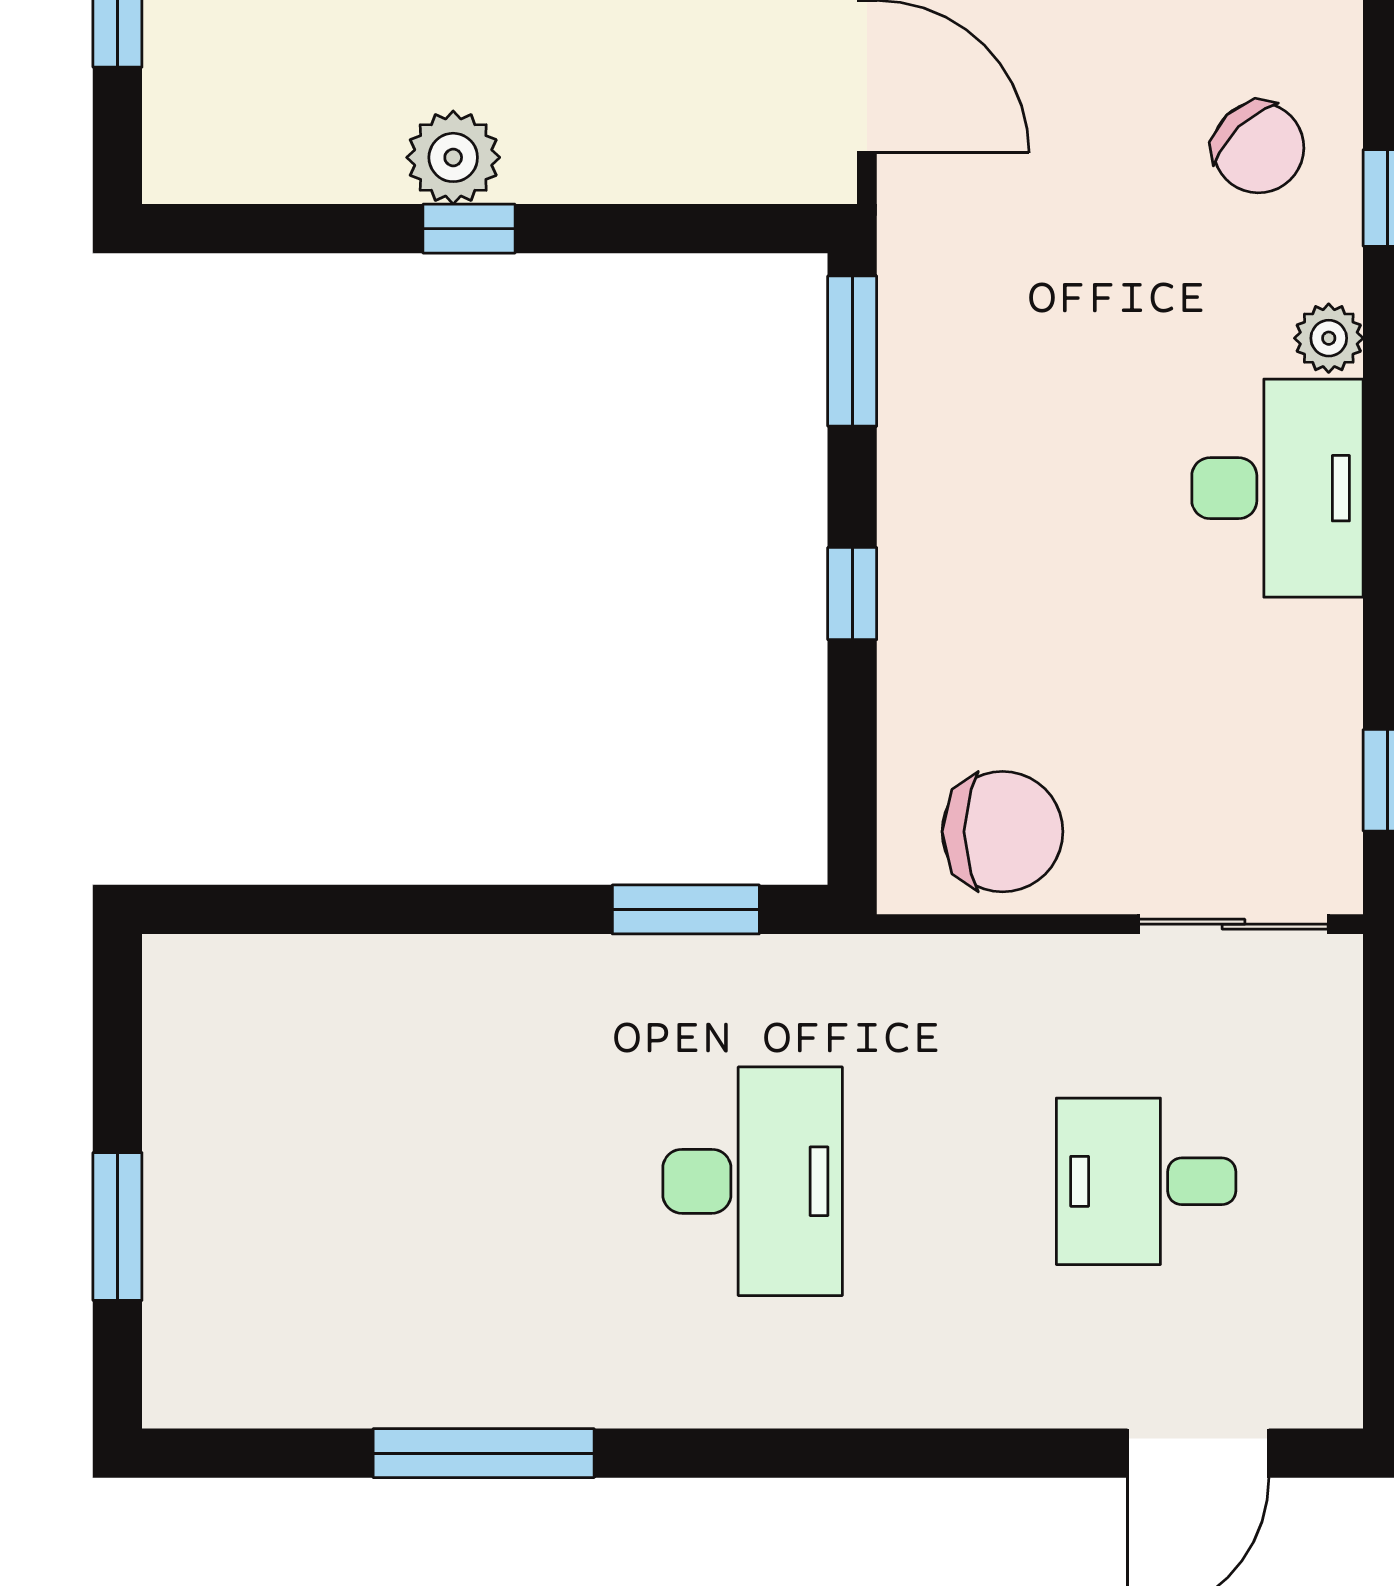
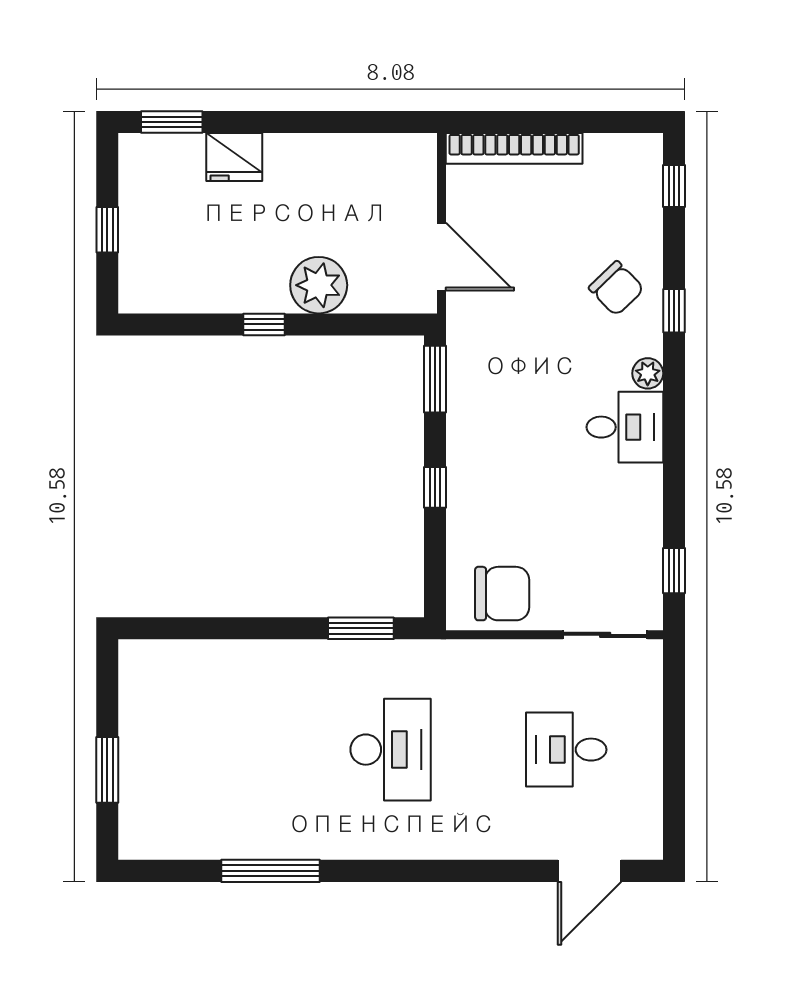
plant: (453, 157) -> (319, 285), moved, width x1.36, depth x1.36
desk: (1277, 488) -> (625, 427), width x0.73

